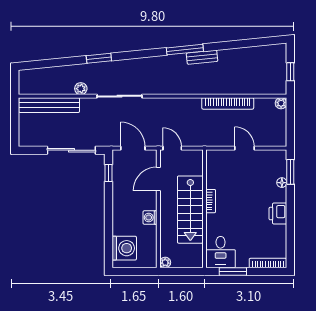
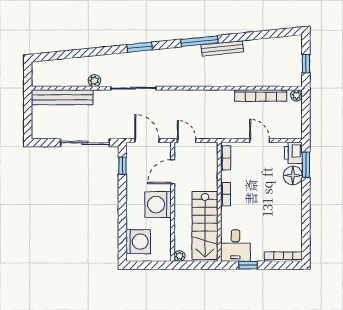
bench: (202, 57) -> (222, 48), width x1.36
window: (99, 58) -> (140, 47), moved
bookcase: (228, 103) -> (261, 96), moved
bookcase: (211, 165) -> (226, 158), added
floor lamp: (282, 183) -> (293, 175), width x1.89, depth x1.89
stairs: (190, 210) -> (205, 226), moved
printer: (278, 214) -> (293, 153), moved
washing machine: (150, 218) -> (158, 205), width x1.89, depth x1.89
window: (233, 271) -> (248, 265), width x0.67

